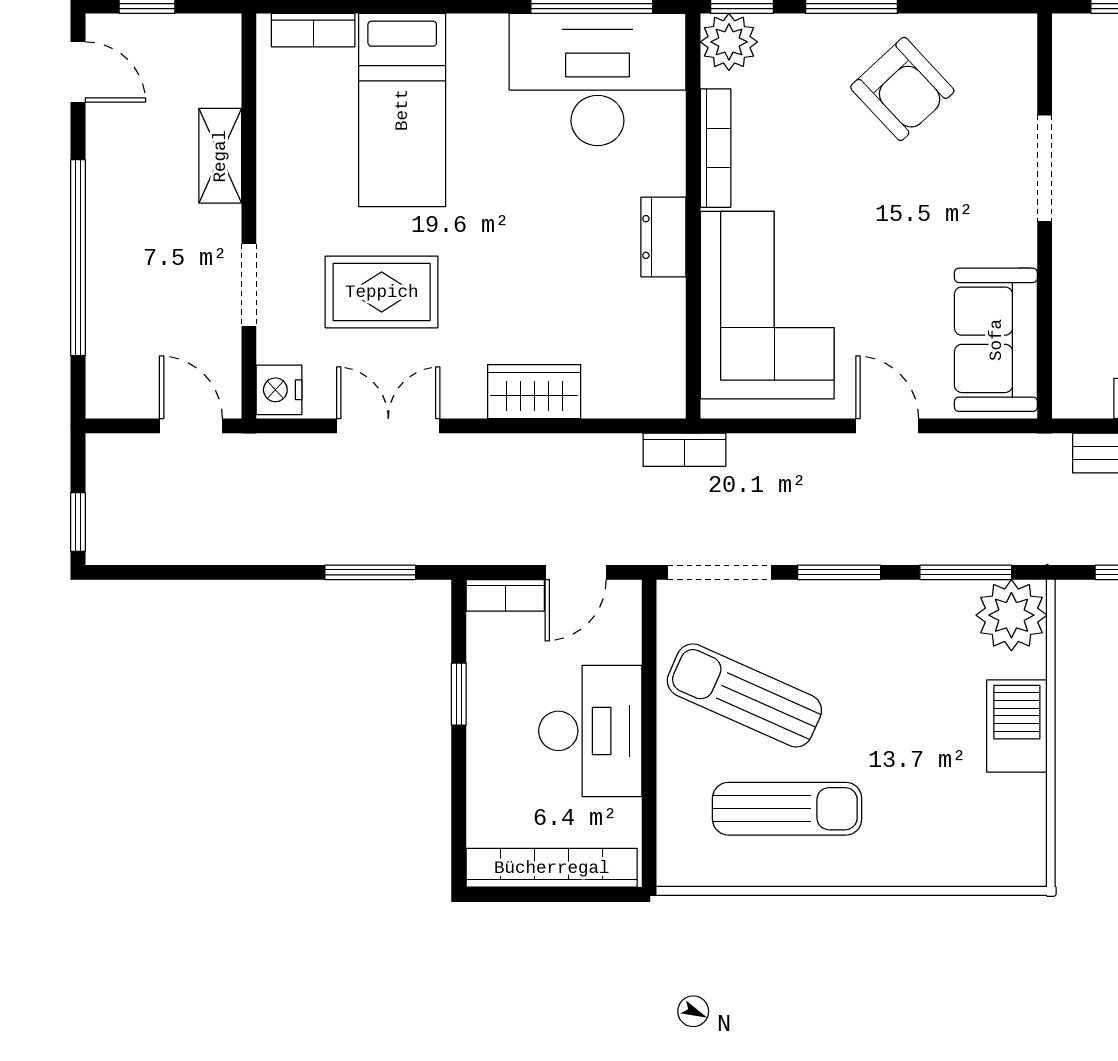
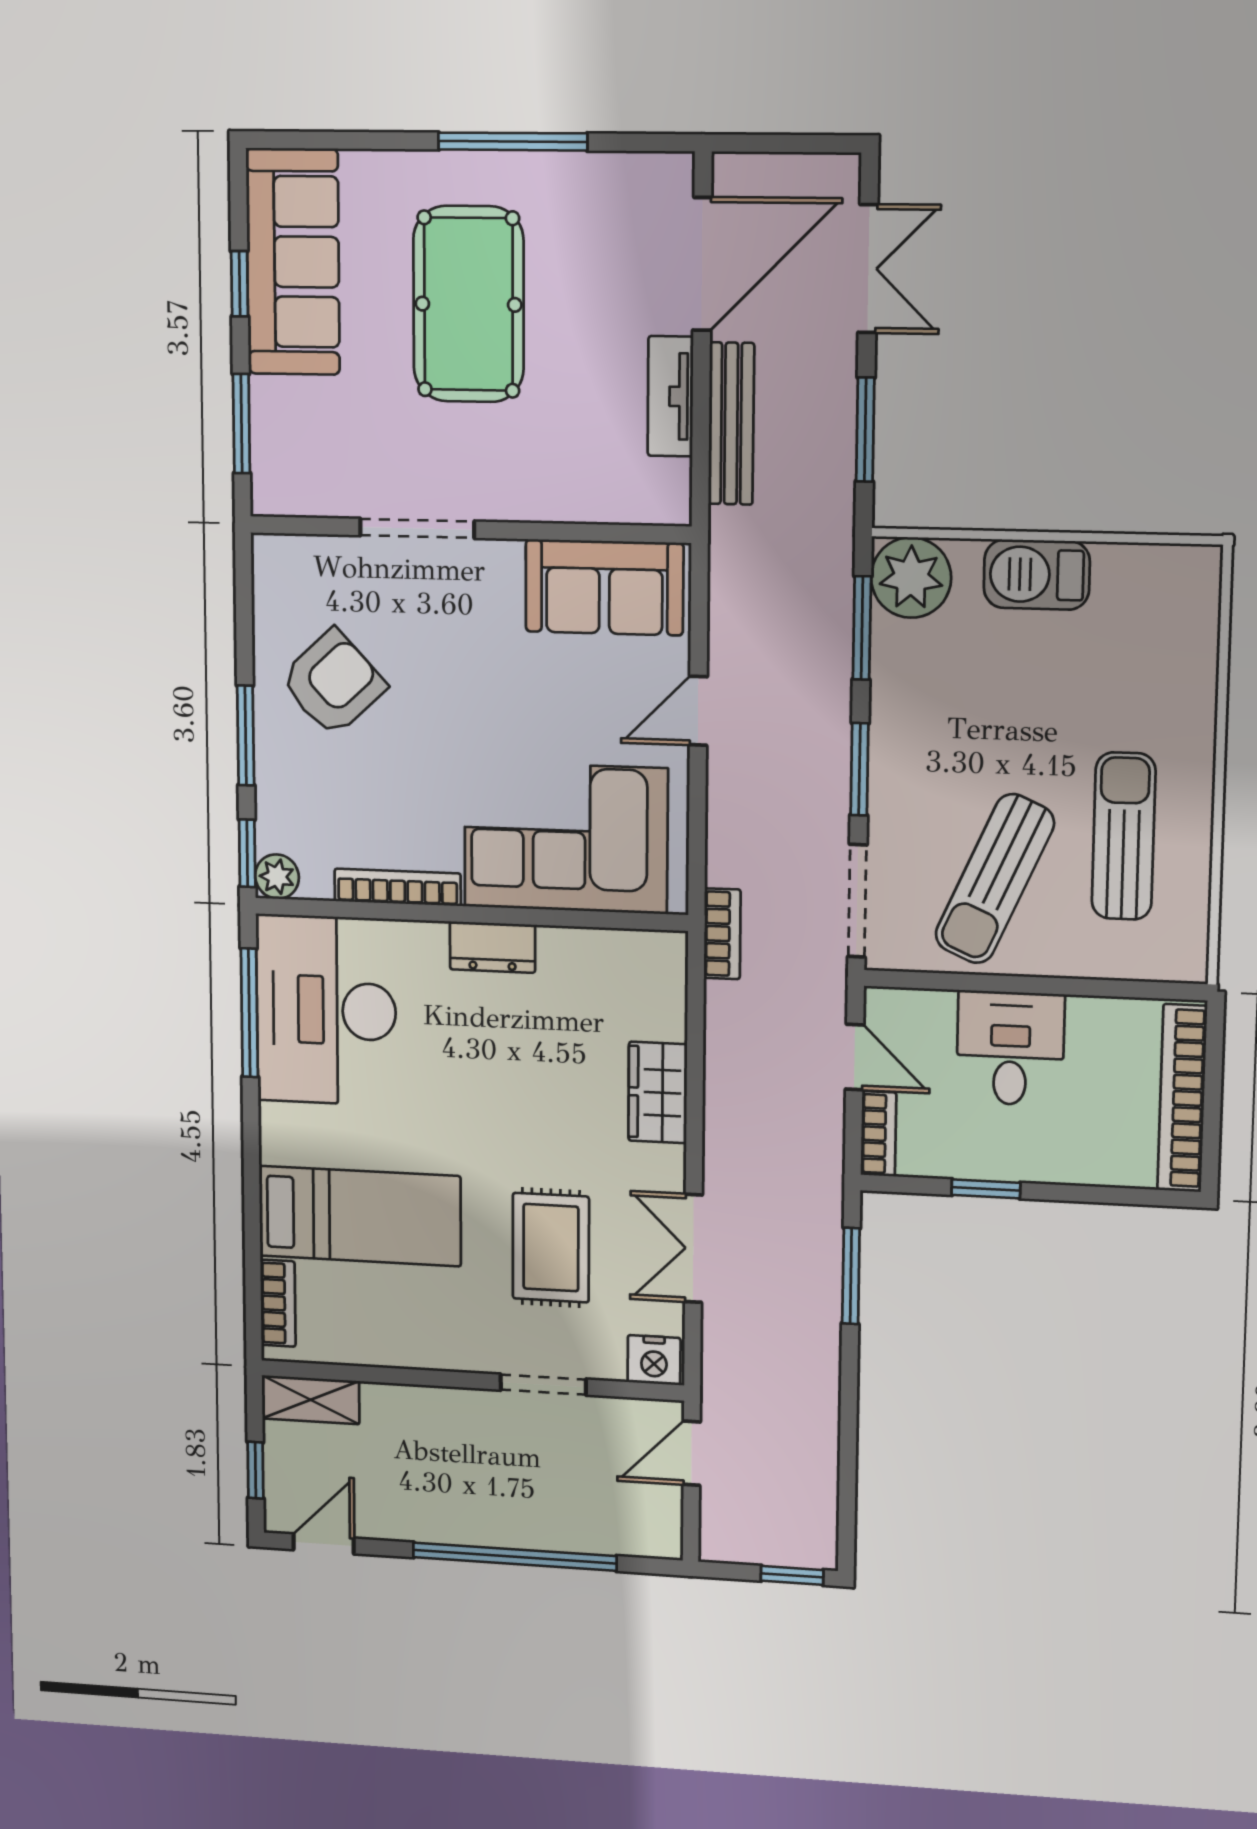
plant: (729, 42) -> (277, 877), width x0.73, depth x0.73
shelving: (220, 156) -> (311, 1400), moved
desk: (590, 731) -> (1010, 1048), width x0.73

